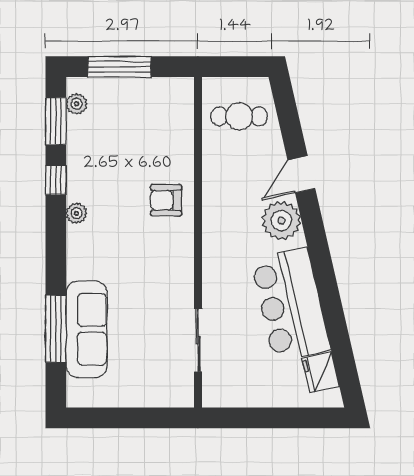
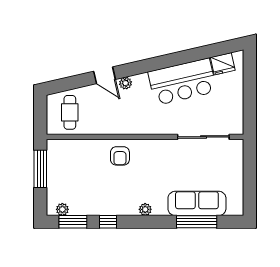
window: (120, 67) -> (40, 169), moved
plant: (76, 213) -> (145, 209), moved
plant: (281, 221) -> (126, 83), width x0.53, depth x0.53
sliding door: (198, 340) -> (203, 137), width x1.37

